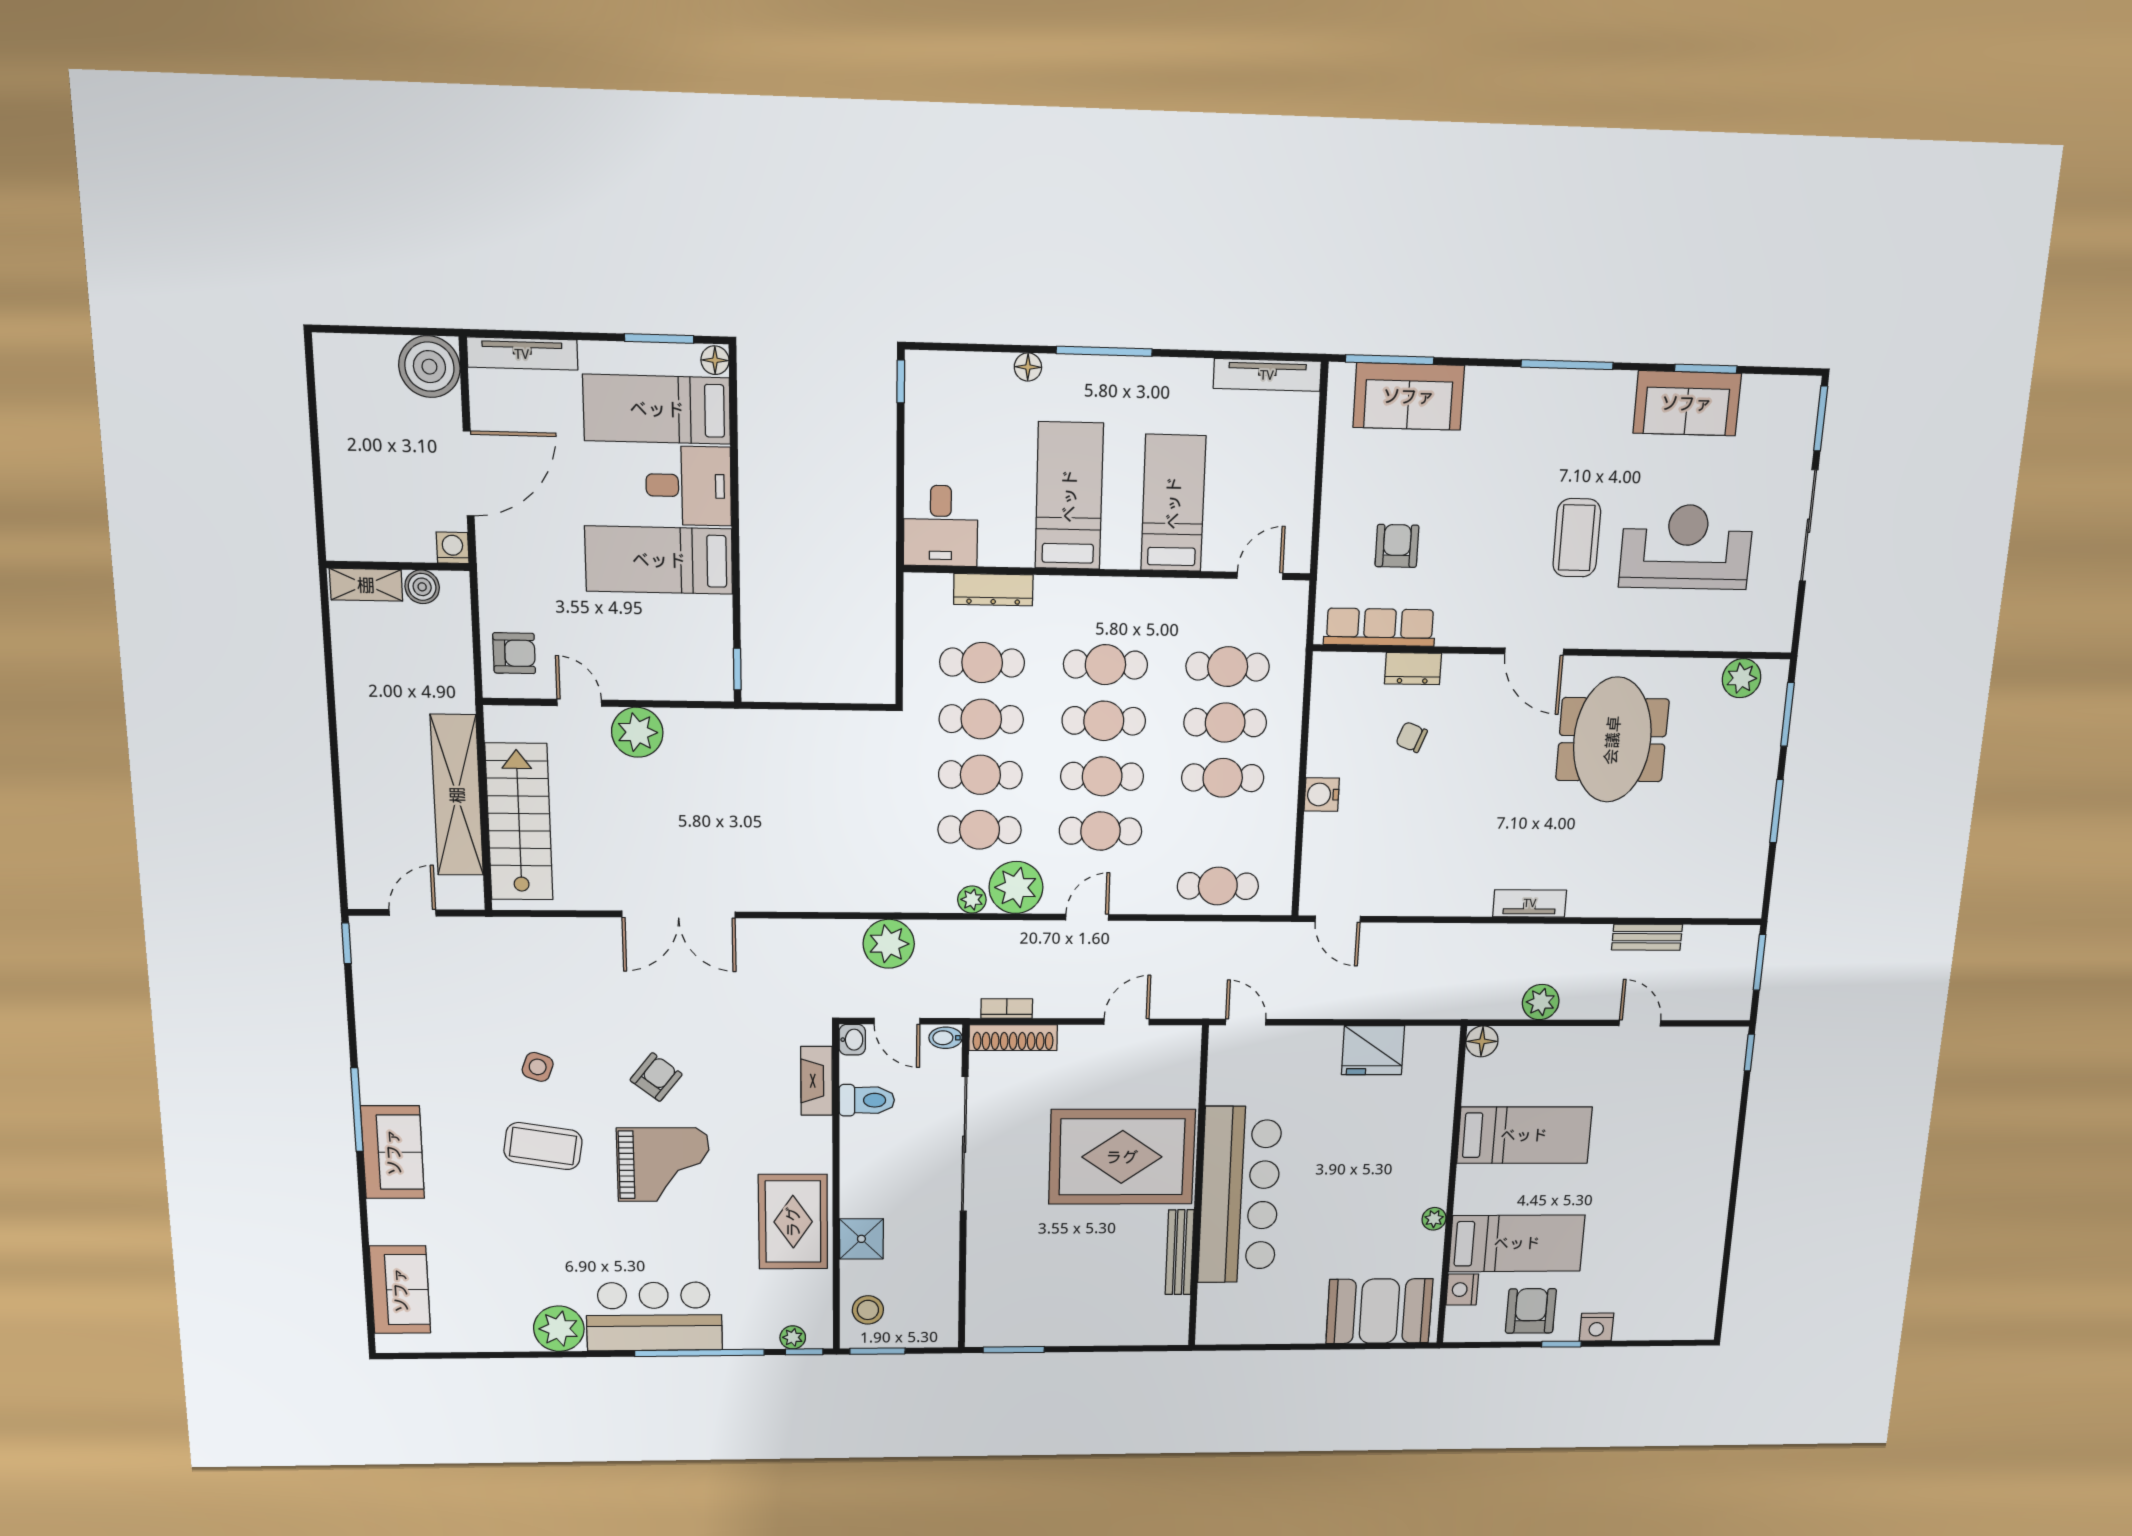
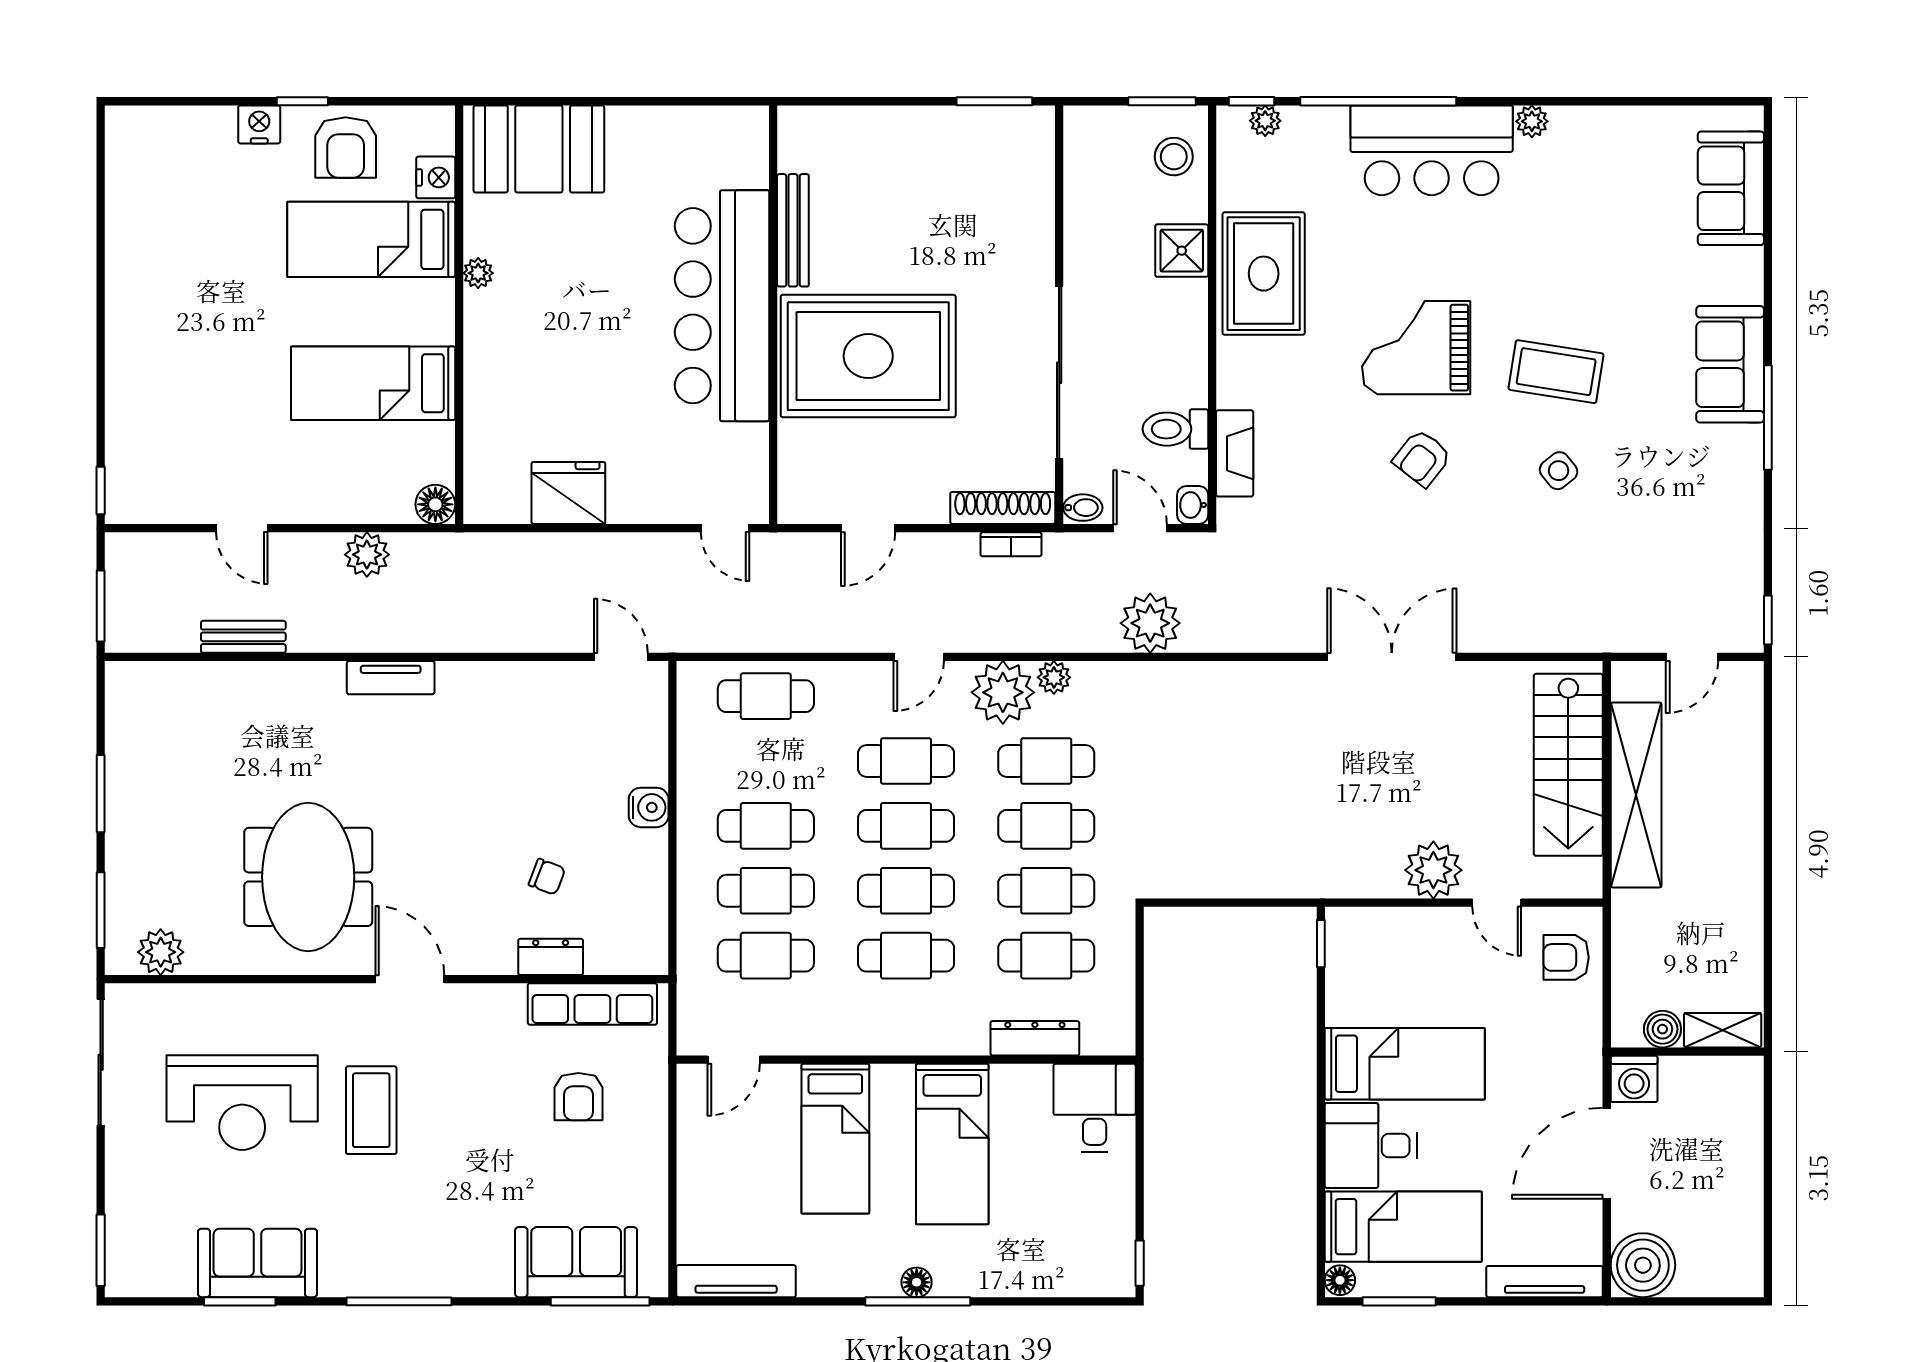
floor lamp: (1028, 367) -> (917, 1282), moved
sliding door: (1809, 526) -> (101, 1062), moved
washing machine: (453, 548) -> (1634, 1079), width x1.38, depth x1.38
side table: (538, 1067) -> (1559, 471), turned 31
plant: (559, 1329) -> (1532, 121), width x0.53, depth x0.53

